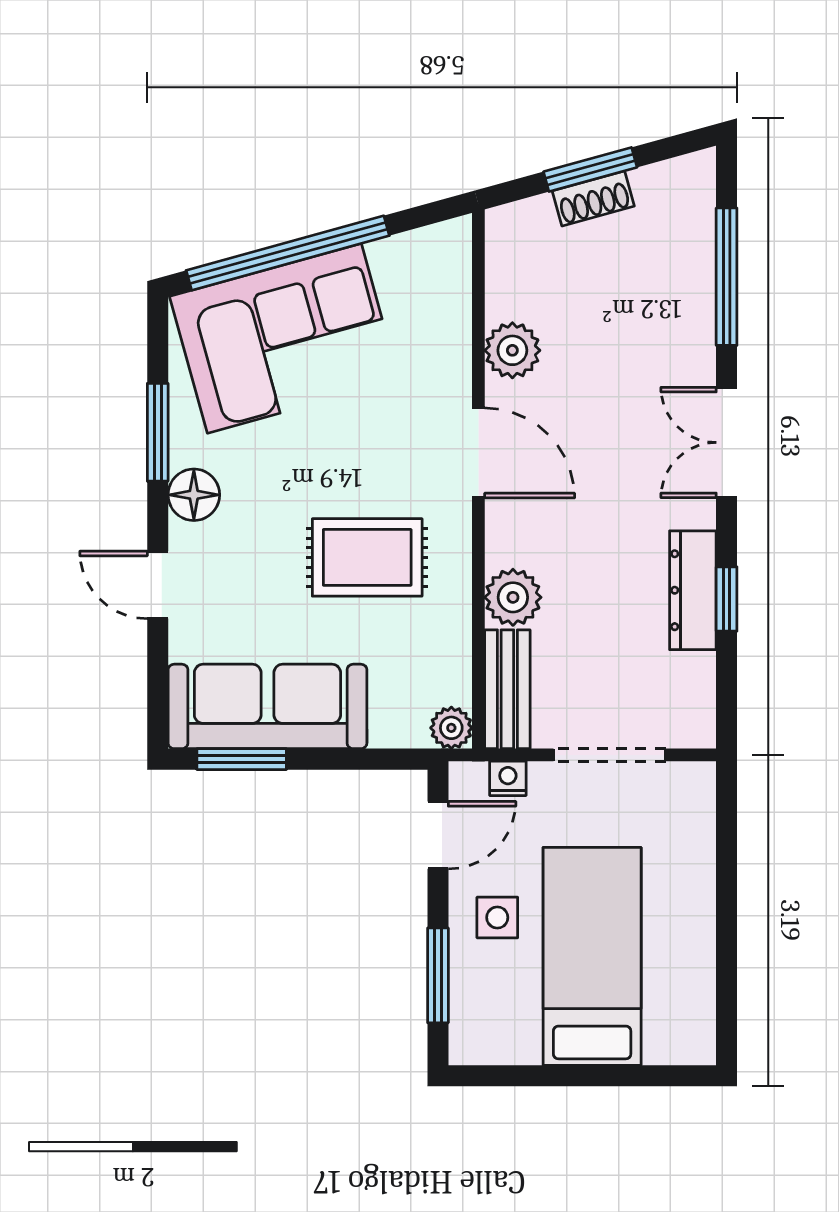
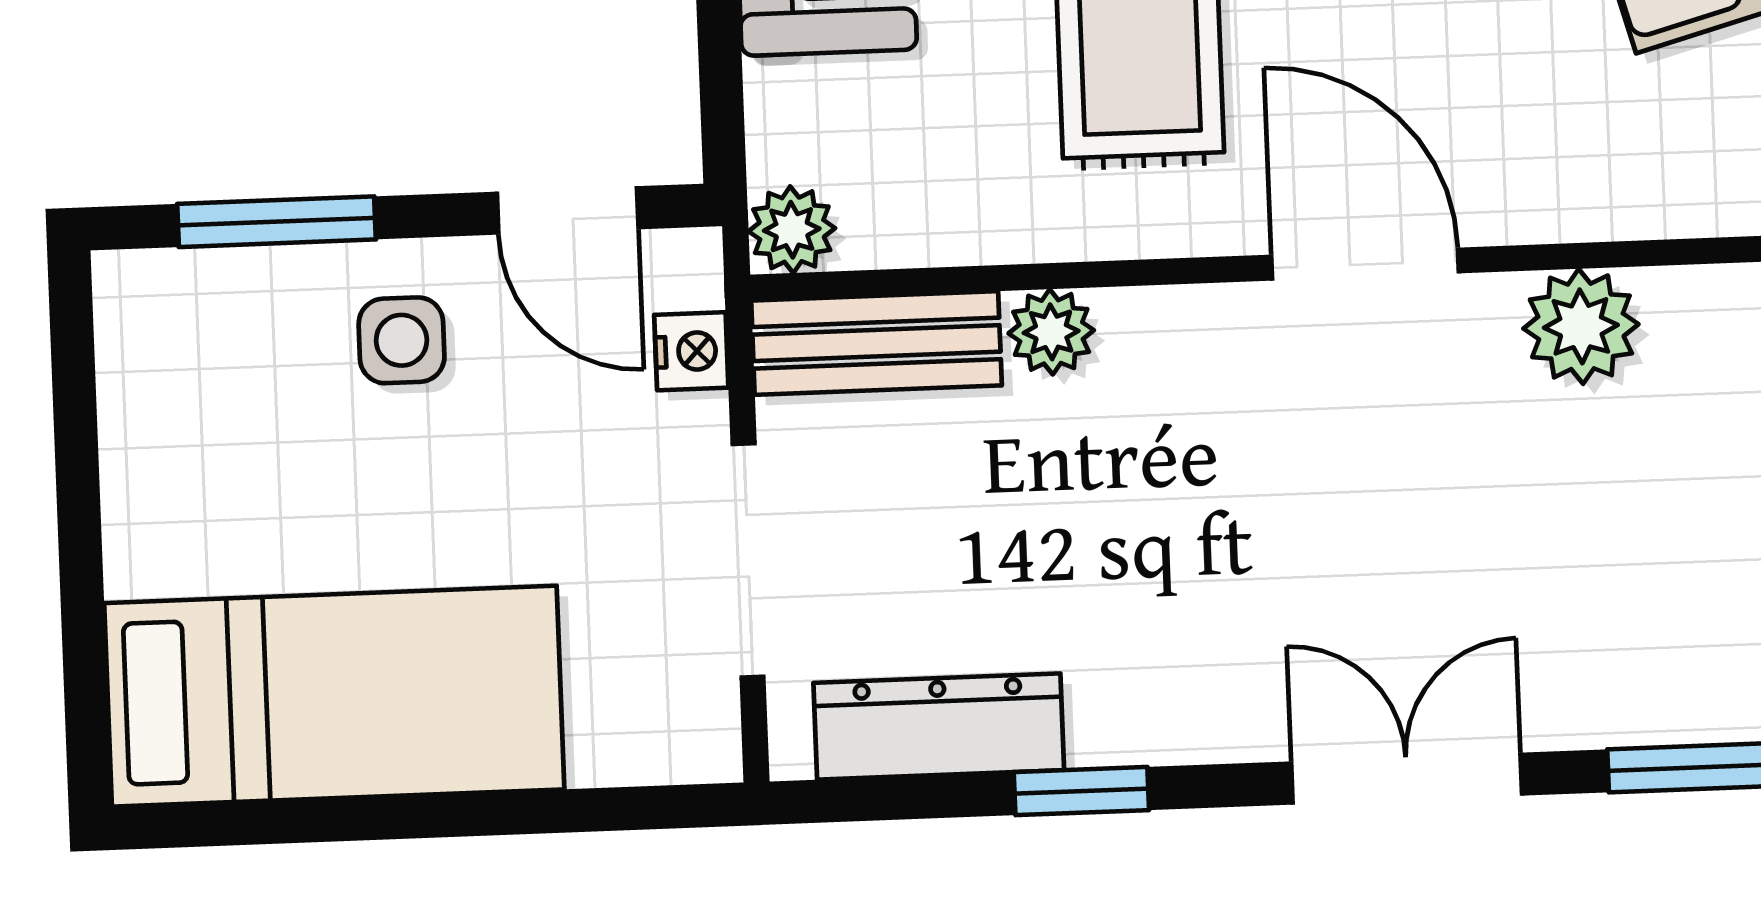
door: (478, 453) -> (1365, 264), swing flipped
dresser: (693, 590) -> (939, 727), moved
plant: (513, 597) -> (1051, 332), width x0.73, depth x0.73
bed: (592, 956) -> (334, 696), moved

